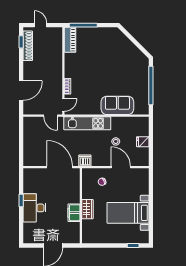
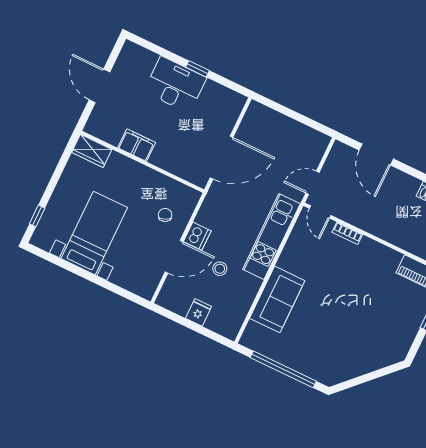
dishwasher: (85, 161) -> (197, 236), moved
wardrobe: (87, 209) -> (92, 151), moved

